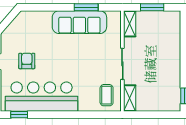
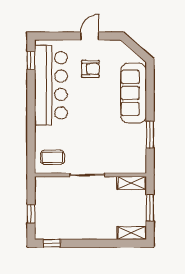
sofa: (79, 22) -> (134, 93), moved
shelving: (130, 98) -> (132, 233), moved
window: (157, 115) -> (31, 214), added

